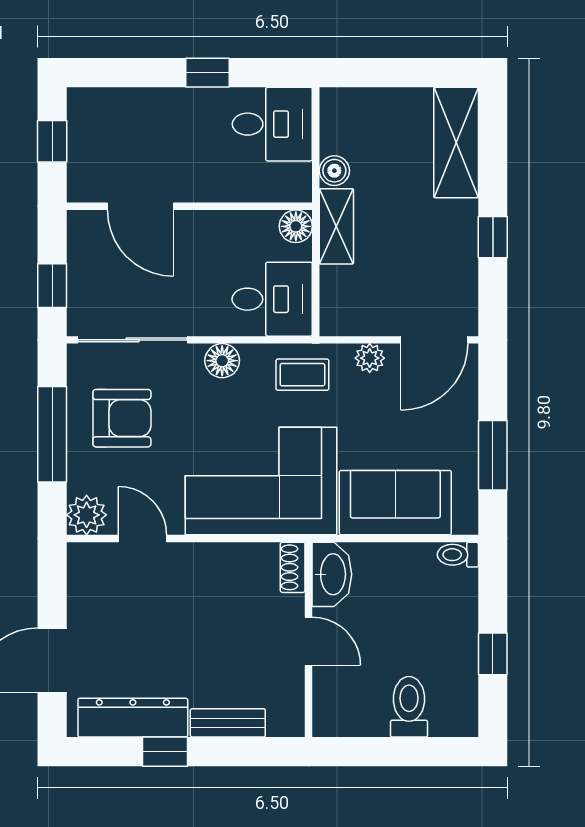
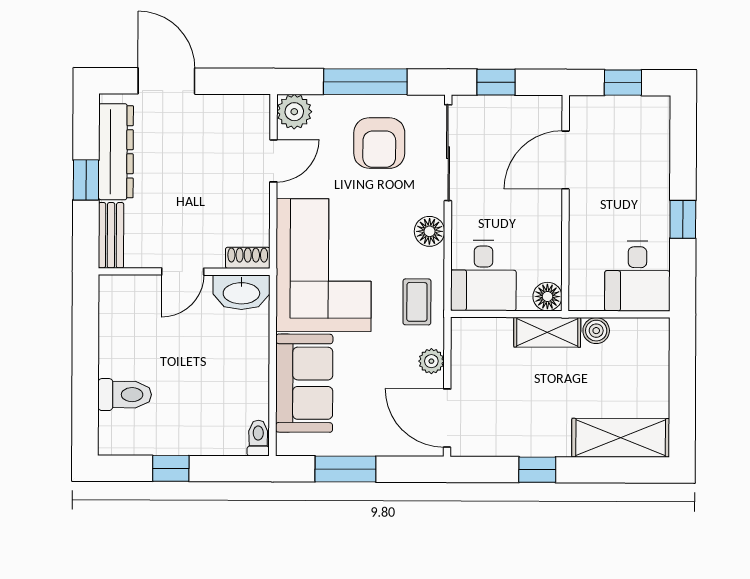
shoe rack: (293, 567) -> (248, 258), moved
washbasin: (332, 574) -> (241, 292), moved
wall: (309, 640) -> (184, 272), moved
door: (309, 641) -> (183, 272), moved

